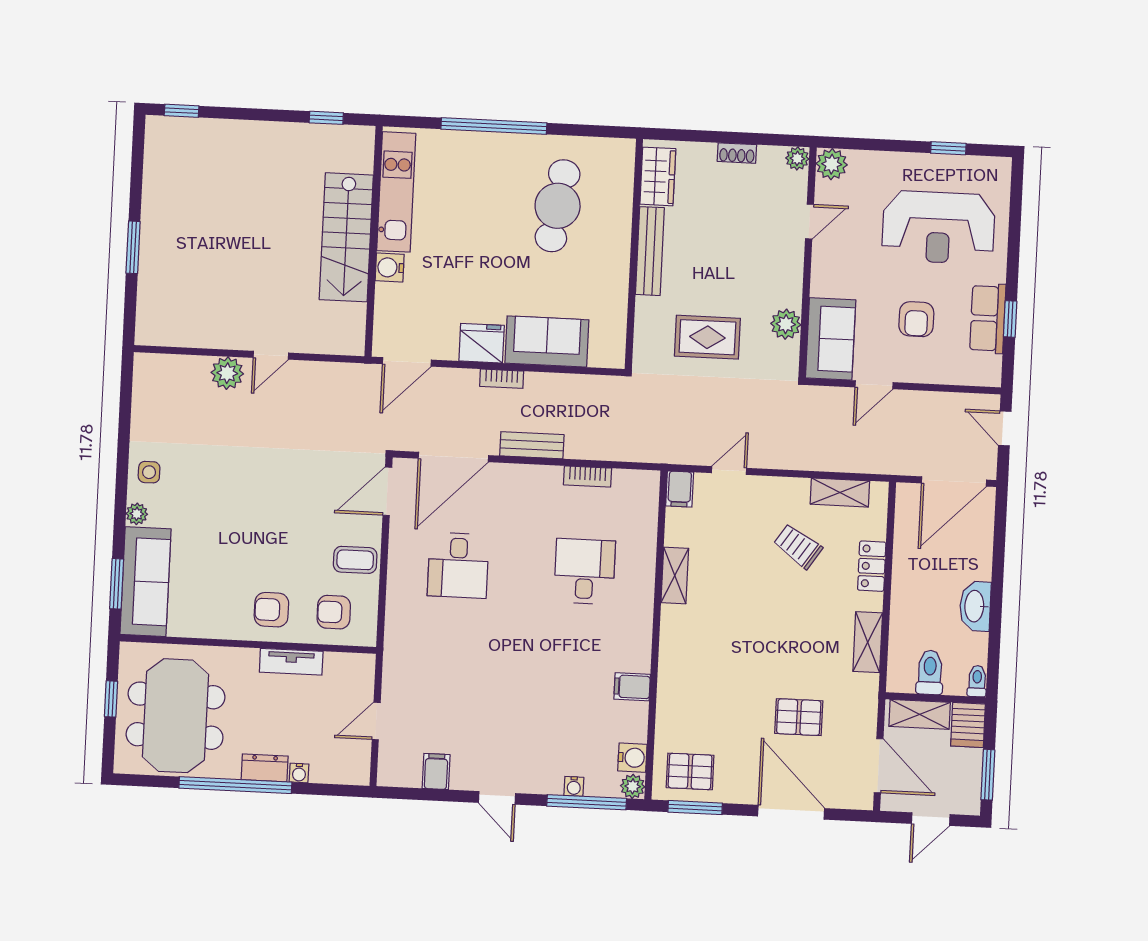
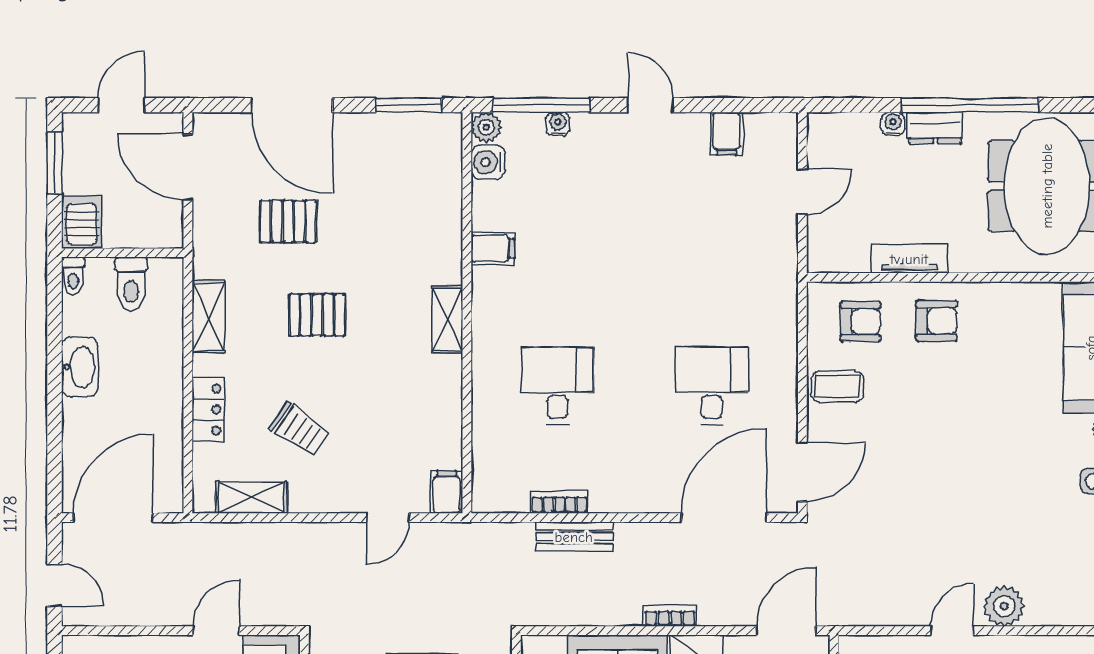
bench: (532, 445) -> (574, 537), moved
desk: (585, 571) -> (557, 386), turned 180
shelving: (675, 575) -> (447, 319), moved
shelving: (920, 714) -> (141, 232), removed
pallet: (690, 771) -> (317, 315), moved

